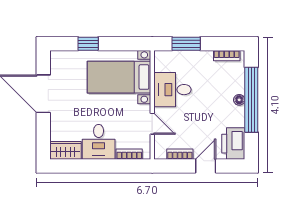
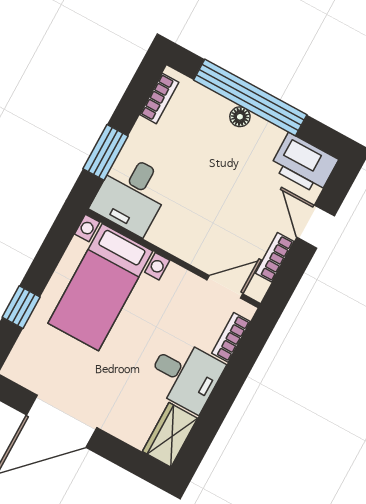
desk: (172, 90) -> (131, 194), moved
door: (152, 124) -> (225, 287), moved

